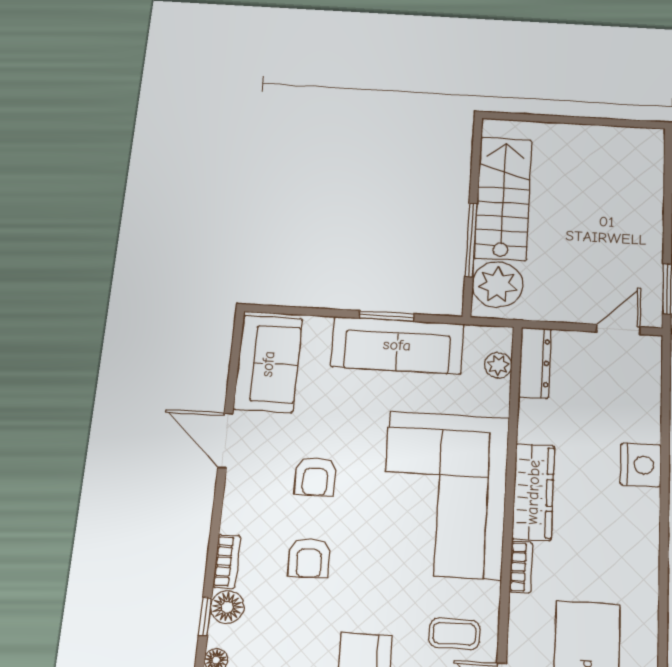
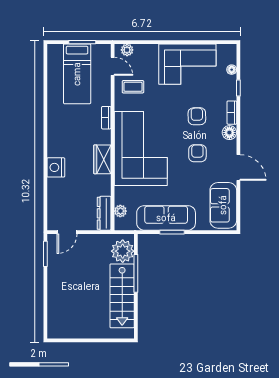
wardrobe: (533, 492) -> (102, 159), width x0.67
floor lamp: (227, 607) -> (229, 133), moved

